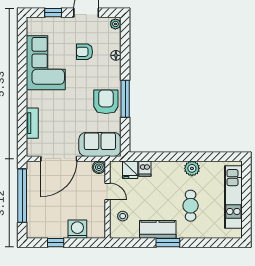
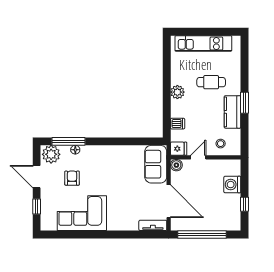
plant: (115, 24) -> (51, 154), width x1.87, depth x1.87
armchair: (84, 52) -> (72, 178), turned 180
window: (125, 99) -> (68, 141), moved
armchair: (106, 102) -> (117, 159), removed
tv unit: (32, 123) -> (153, 225), moved
plant: (192, 168) -> (177, 92), moved
fridge: (130, 170) -> (179, 149), moved

